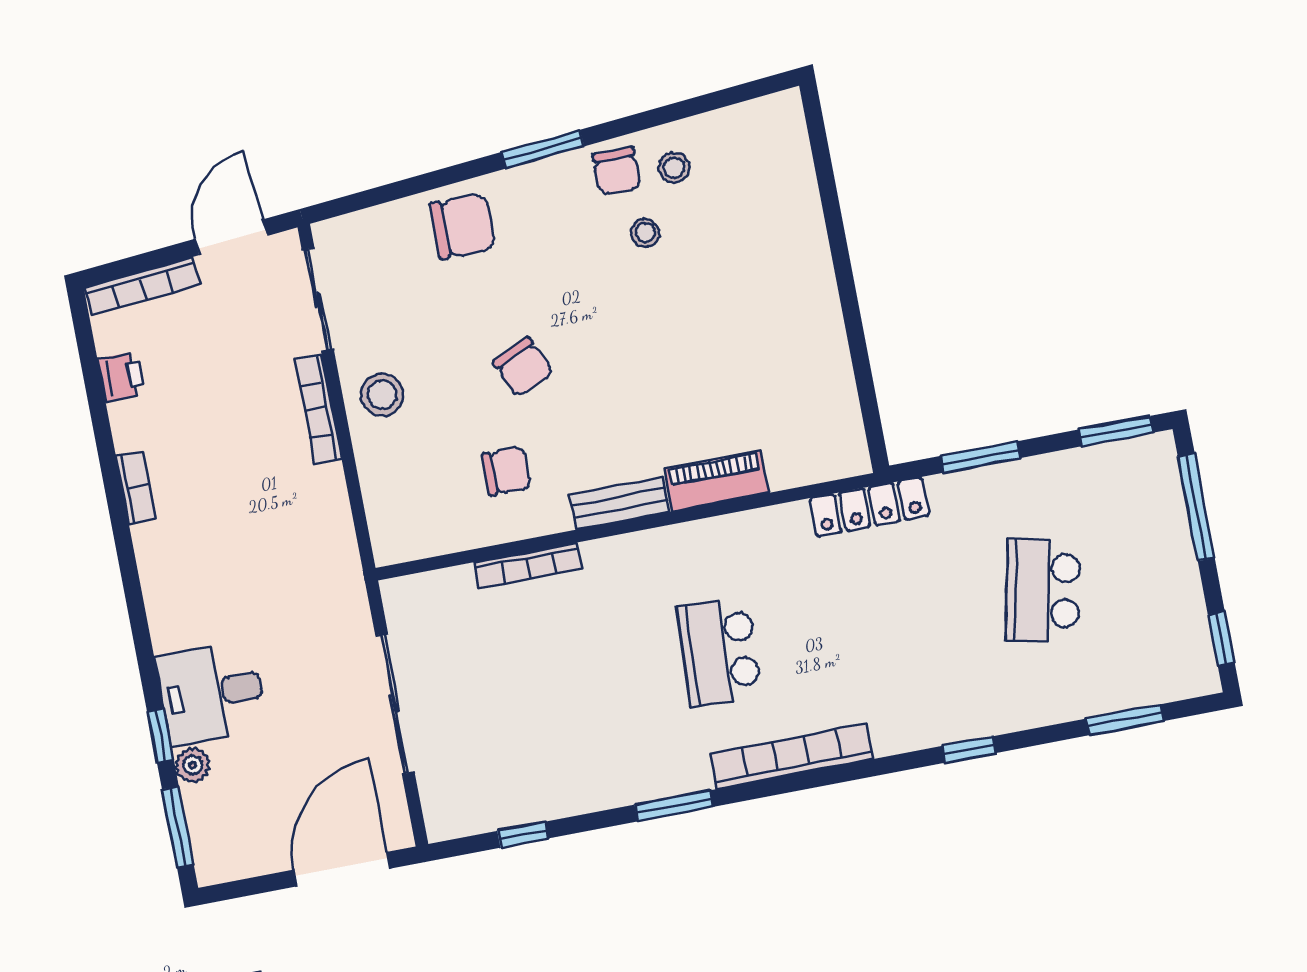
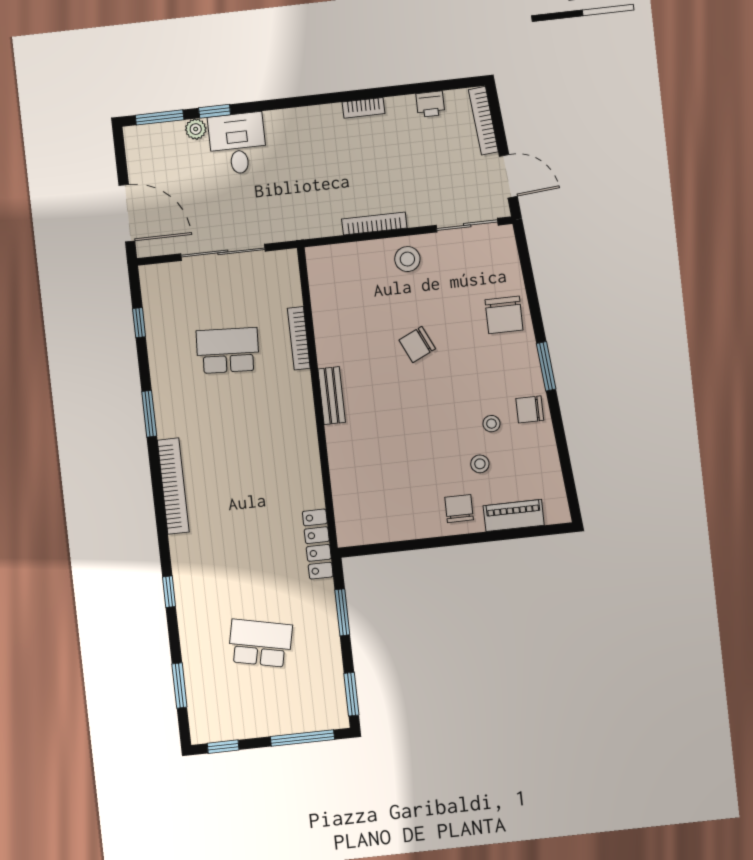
stool: (674, 168) -> (480, 464), moved
bookcase: (318, 409) -> (374, 223), moved
chair: (506, 471) -> (459, 509), moved, turned 180
piano: (717, 481) -> (514, 515), moved, turned -90
school desk: (720, 652) -> (228, 350), moved

